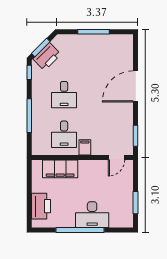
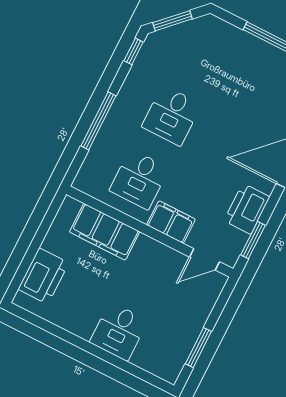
printer: (47, 57) -> (247, 209), moved, turned 135
filing cabinet: (85, 147) -> (171, 222), width x2.00
desk: (92, 215) -> (119, 331), width x0.73
window: (80, 230) -> (87, 346), removed

